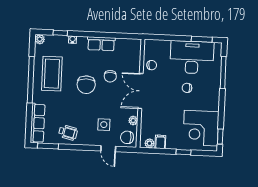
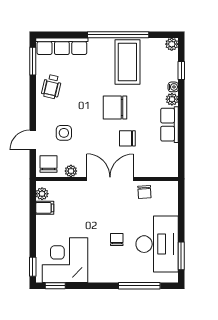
plant: (82, 41) -> (172, 99), added
coffee table: (52, 74) -> (127, 62), turned 90
window: (183, 152) -> (33, 267), moved

